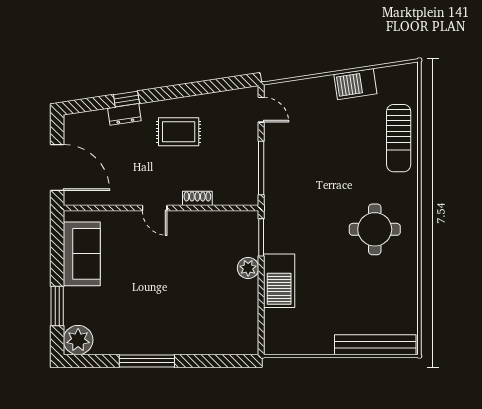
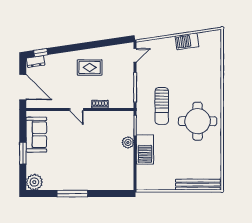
window: (126, 99) -> (41, 53), moved
door: (261, 110) -> (135, 55), hinge flipped
dresser: (124, 114) -> (36, 62), moved
sun lounger: (399, 138) -> (162, 106), moved
round table: (375, 229) -> (198, 121), width x1.36, depth x1.36
window: (57, 306) -> (23, 153), moved

